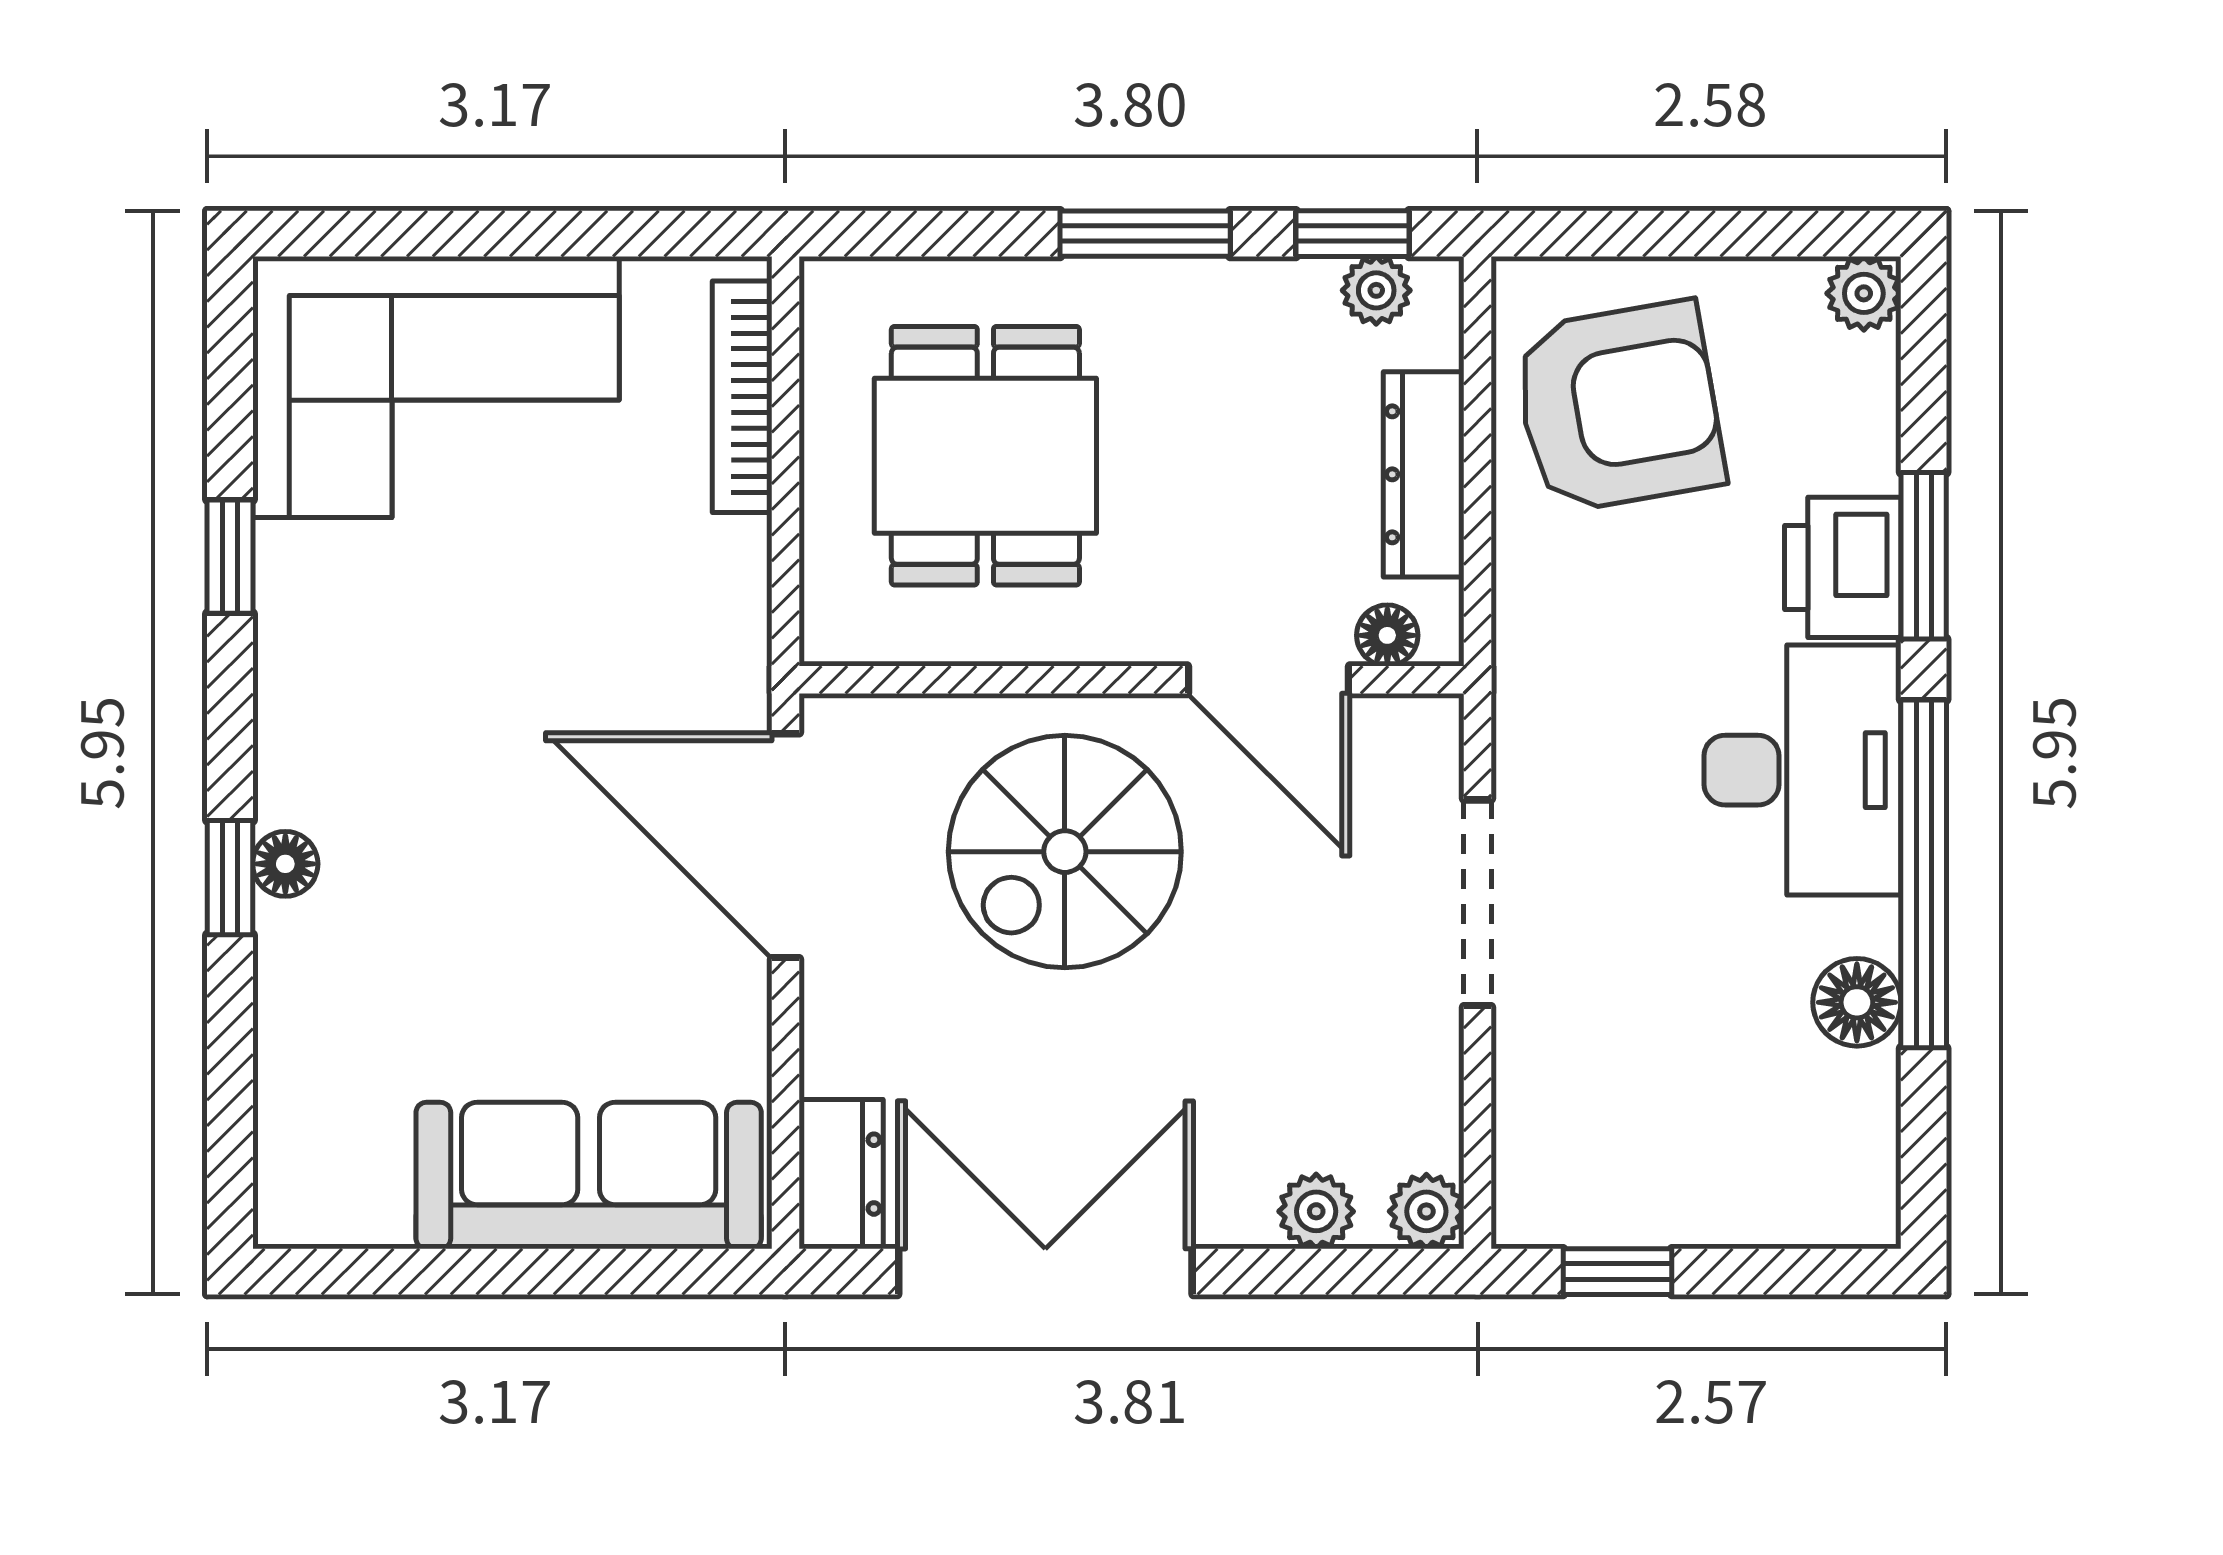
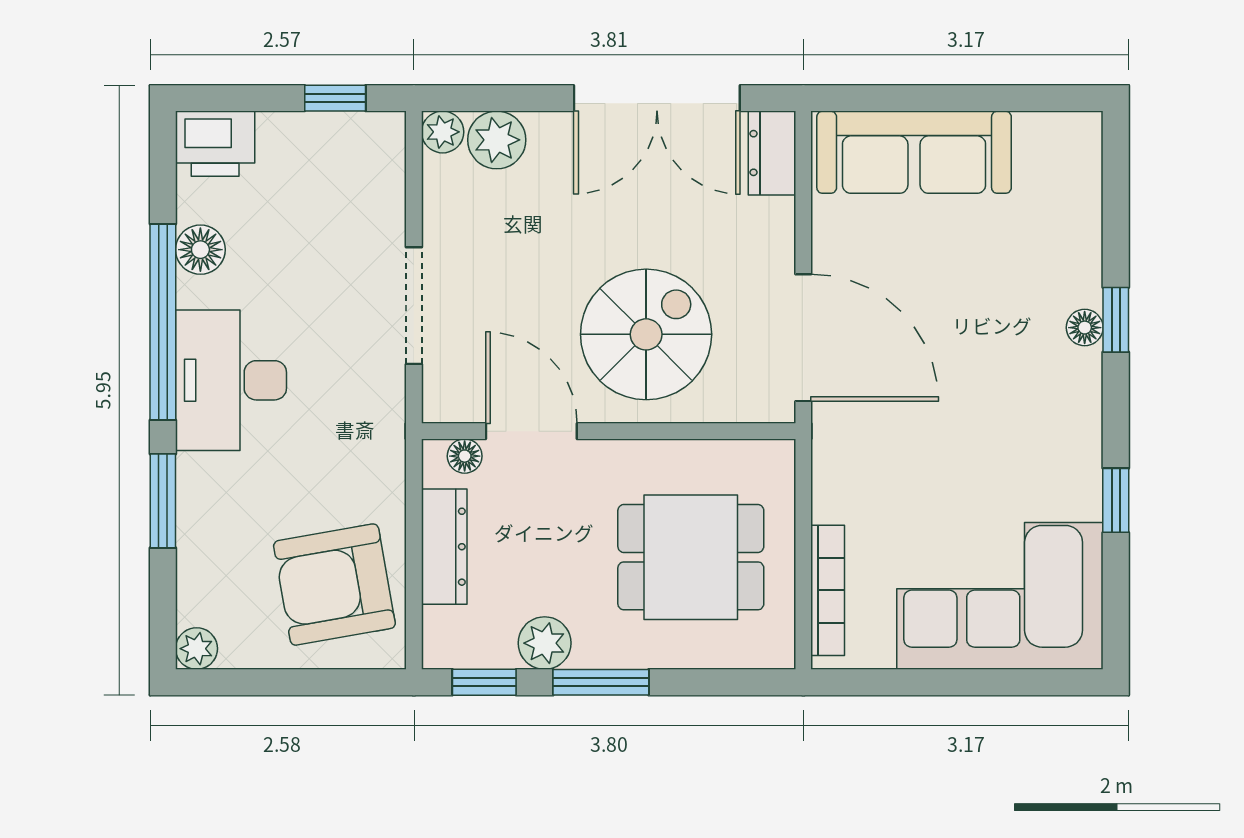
plant: (1376, 290) -> (545, 643), moved, width x1.38, depth x1.38
dining table: (985, 456) -> (691, 557), turned 90
printer: (1843, 567) -> (215, 144), moved, turned 90
plant: (1316, 1211) -> (497, 140), width x1.38, depth x1.38

